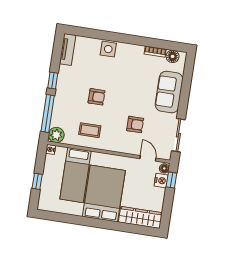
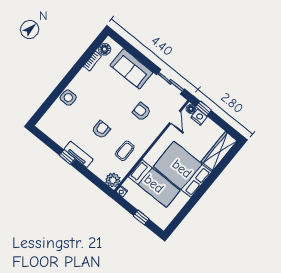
tv unit: (68, 49) -> (79, 154), moved
window: (48, 114) -> (91, 177), removed
armchair: (135, 124) -> (142, 112), turned -90
door: (148, 158) -> (175, 117), swing flipped

